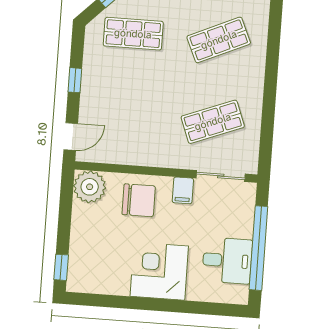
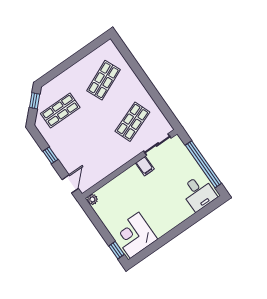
plant: (90, 187) -> (92, 199), width x0.53, depth x0.53
chair: (139, 200) -> (128, 188), removed
desk: (227, 260) -> (199, 193), moved, turned 90
corner desk: (159, 271) -> (134, 235), moved

